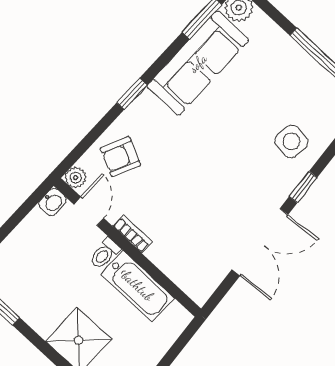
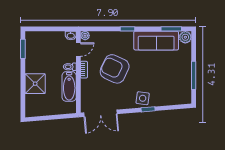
side table: (291, 141) -> (143, 98), moved
armchair: (120, 157) -> (115, 69), moved, width x1.88, depth x1.88
double door: (260, 242) -> (100, 113), moved

